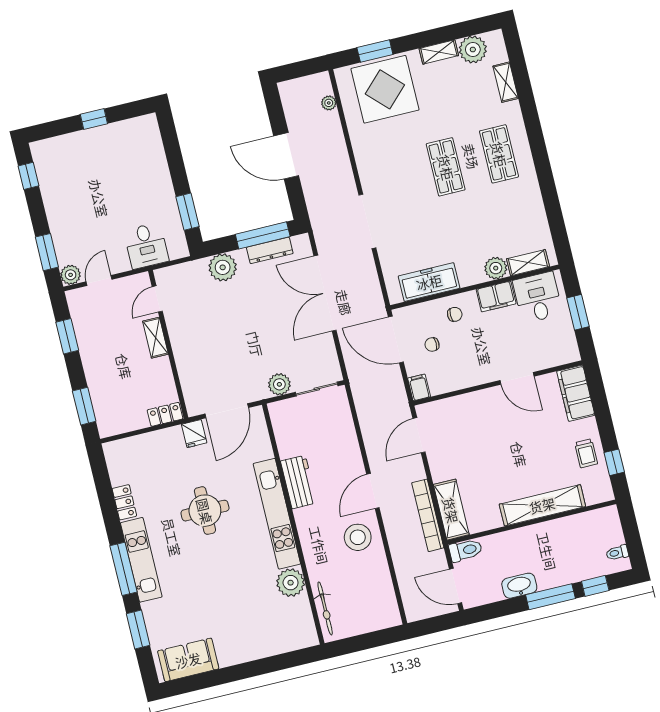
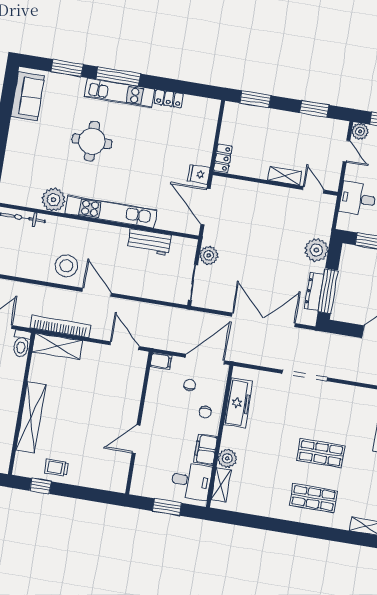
filing cabinet: (576, 393) -> (106, 479), removed
workbench: (299, 482) -> (149, 242), moved
round table: (205, 511) -> (92, 141), moved

